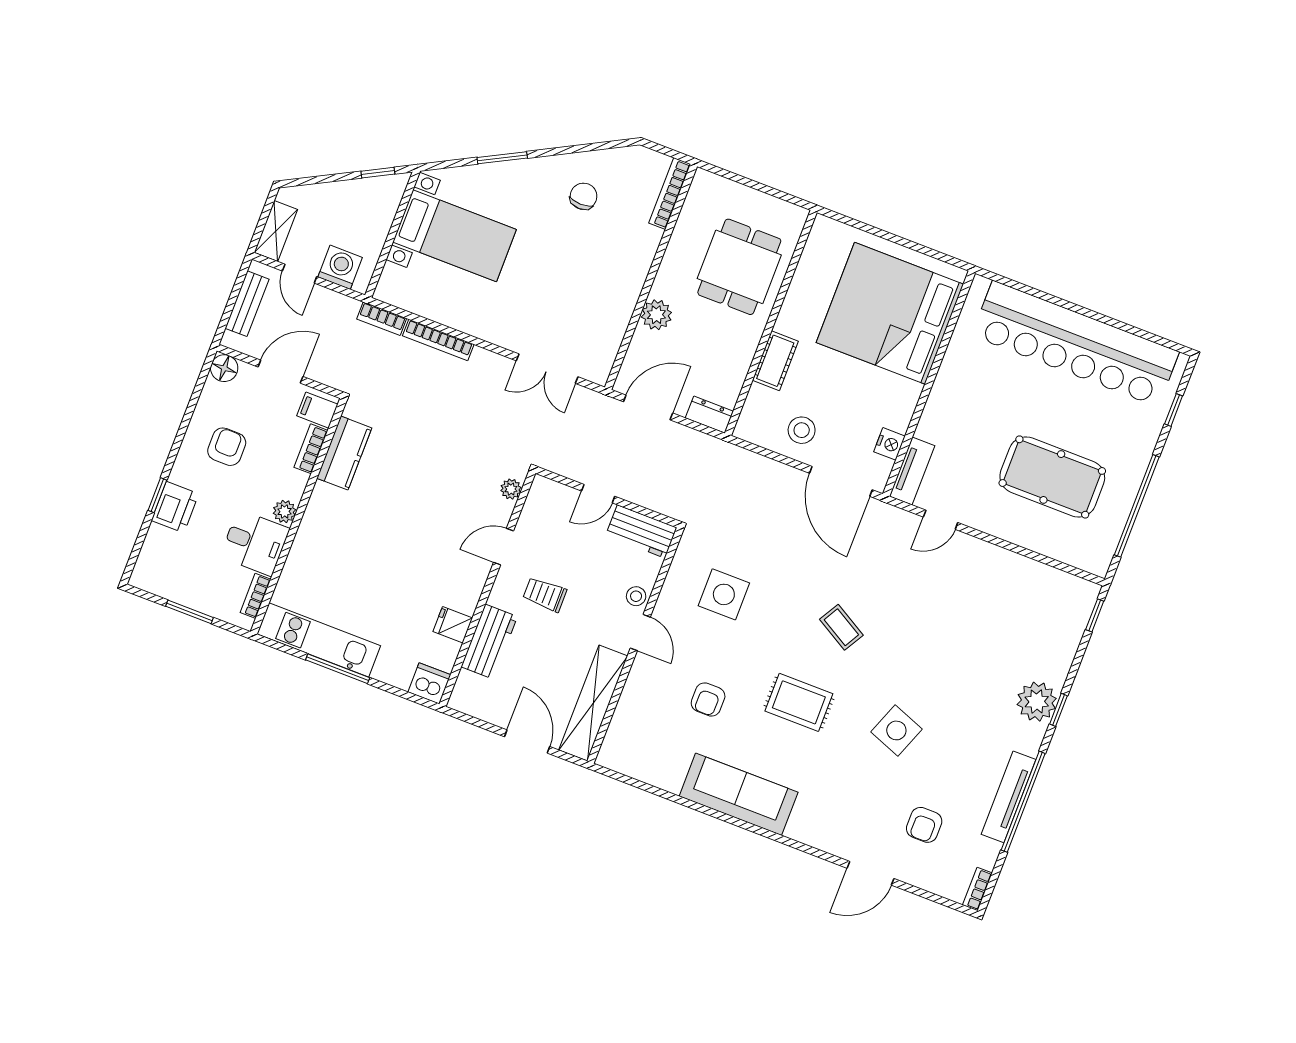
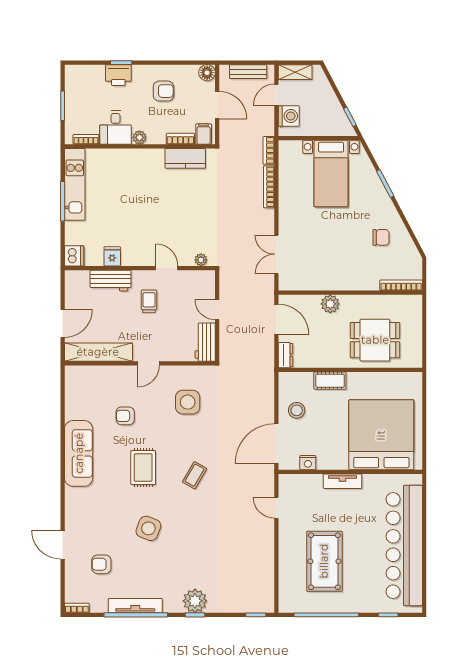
tv unit: (912, 471) -> (343, 481), moved
stool: (636, 596) -> (168, 353), removed

